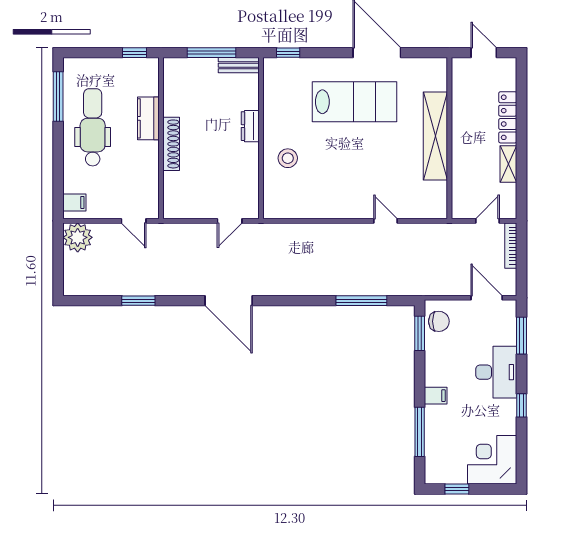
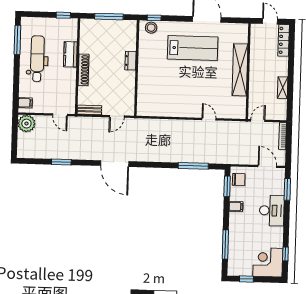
bench: (239, 65) -> (89, 110), moved
locker: (508, 117) -> (284, 40), moved
stool: (288, 158) -> (151, 28), moved
door: (488, 221) -> (258, 121), moved
filing cabinet: (436, 396) -> (236, 206), moved
window: (521, 405) -> (285, 254), moved

